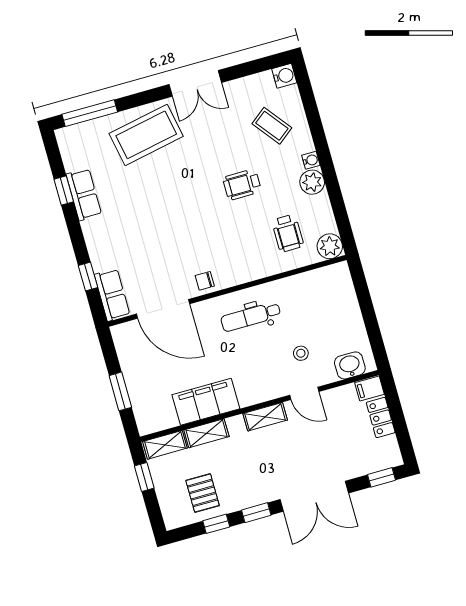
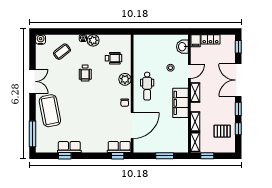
plant: (330, 246) -> (125, 79), moved
window: (88, 277) -> (118, 156), moved
filing cabinet: (206, 402) -> (181, 103), moved
double door: (314, 496) -> (238, 80), swing flipped

